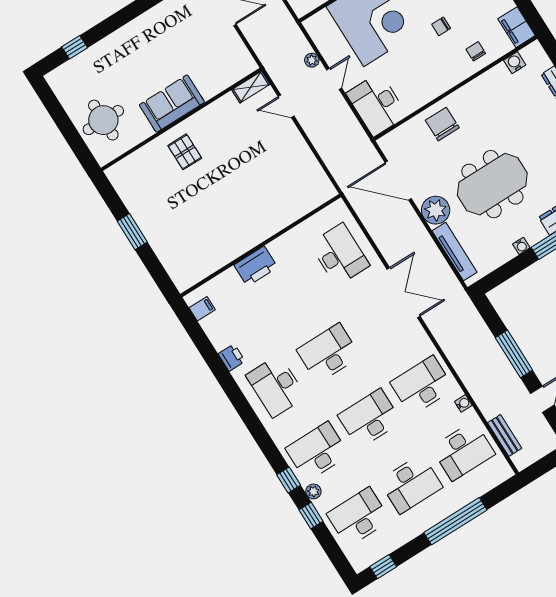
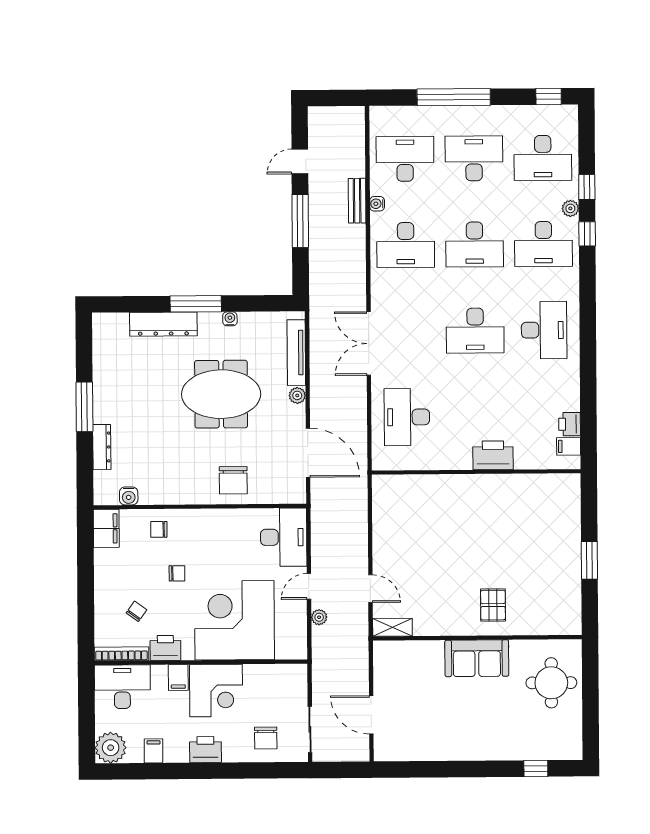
chair: (476, 51) -> (159, 529), turned 90
plant: (436, 210) -> (297, 395), width x0.53, depth x0.53
printer: (232, 358) -> (570, 424), moved
bench: (505, 435) -> (357, 201), moved

